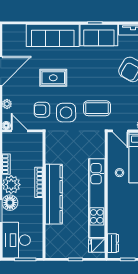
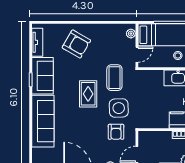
rug: (53, 78) -> (88, 94), moved

